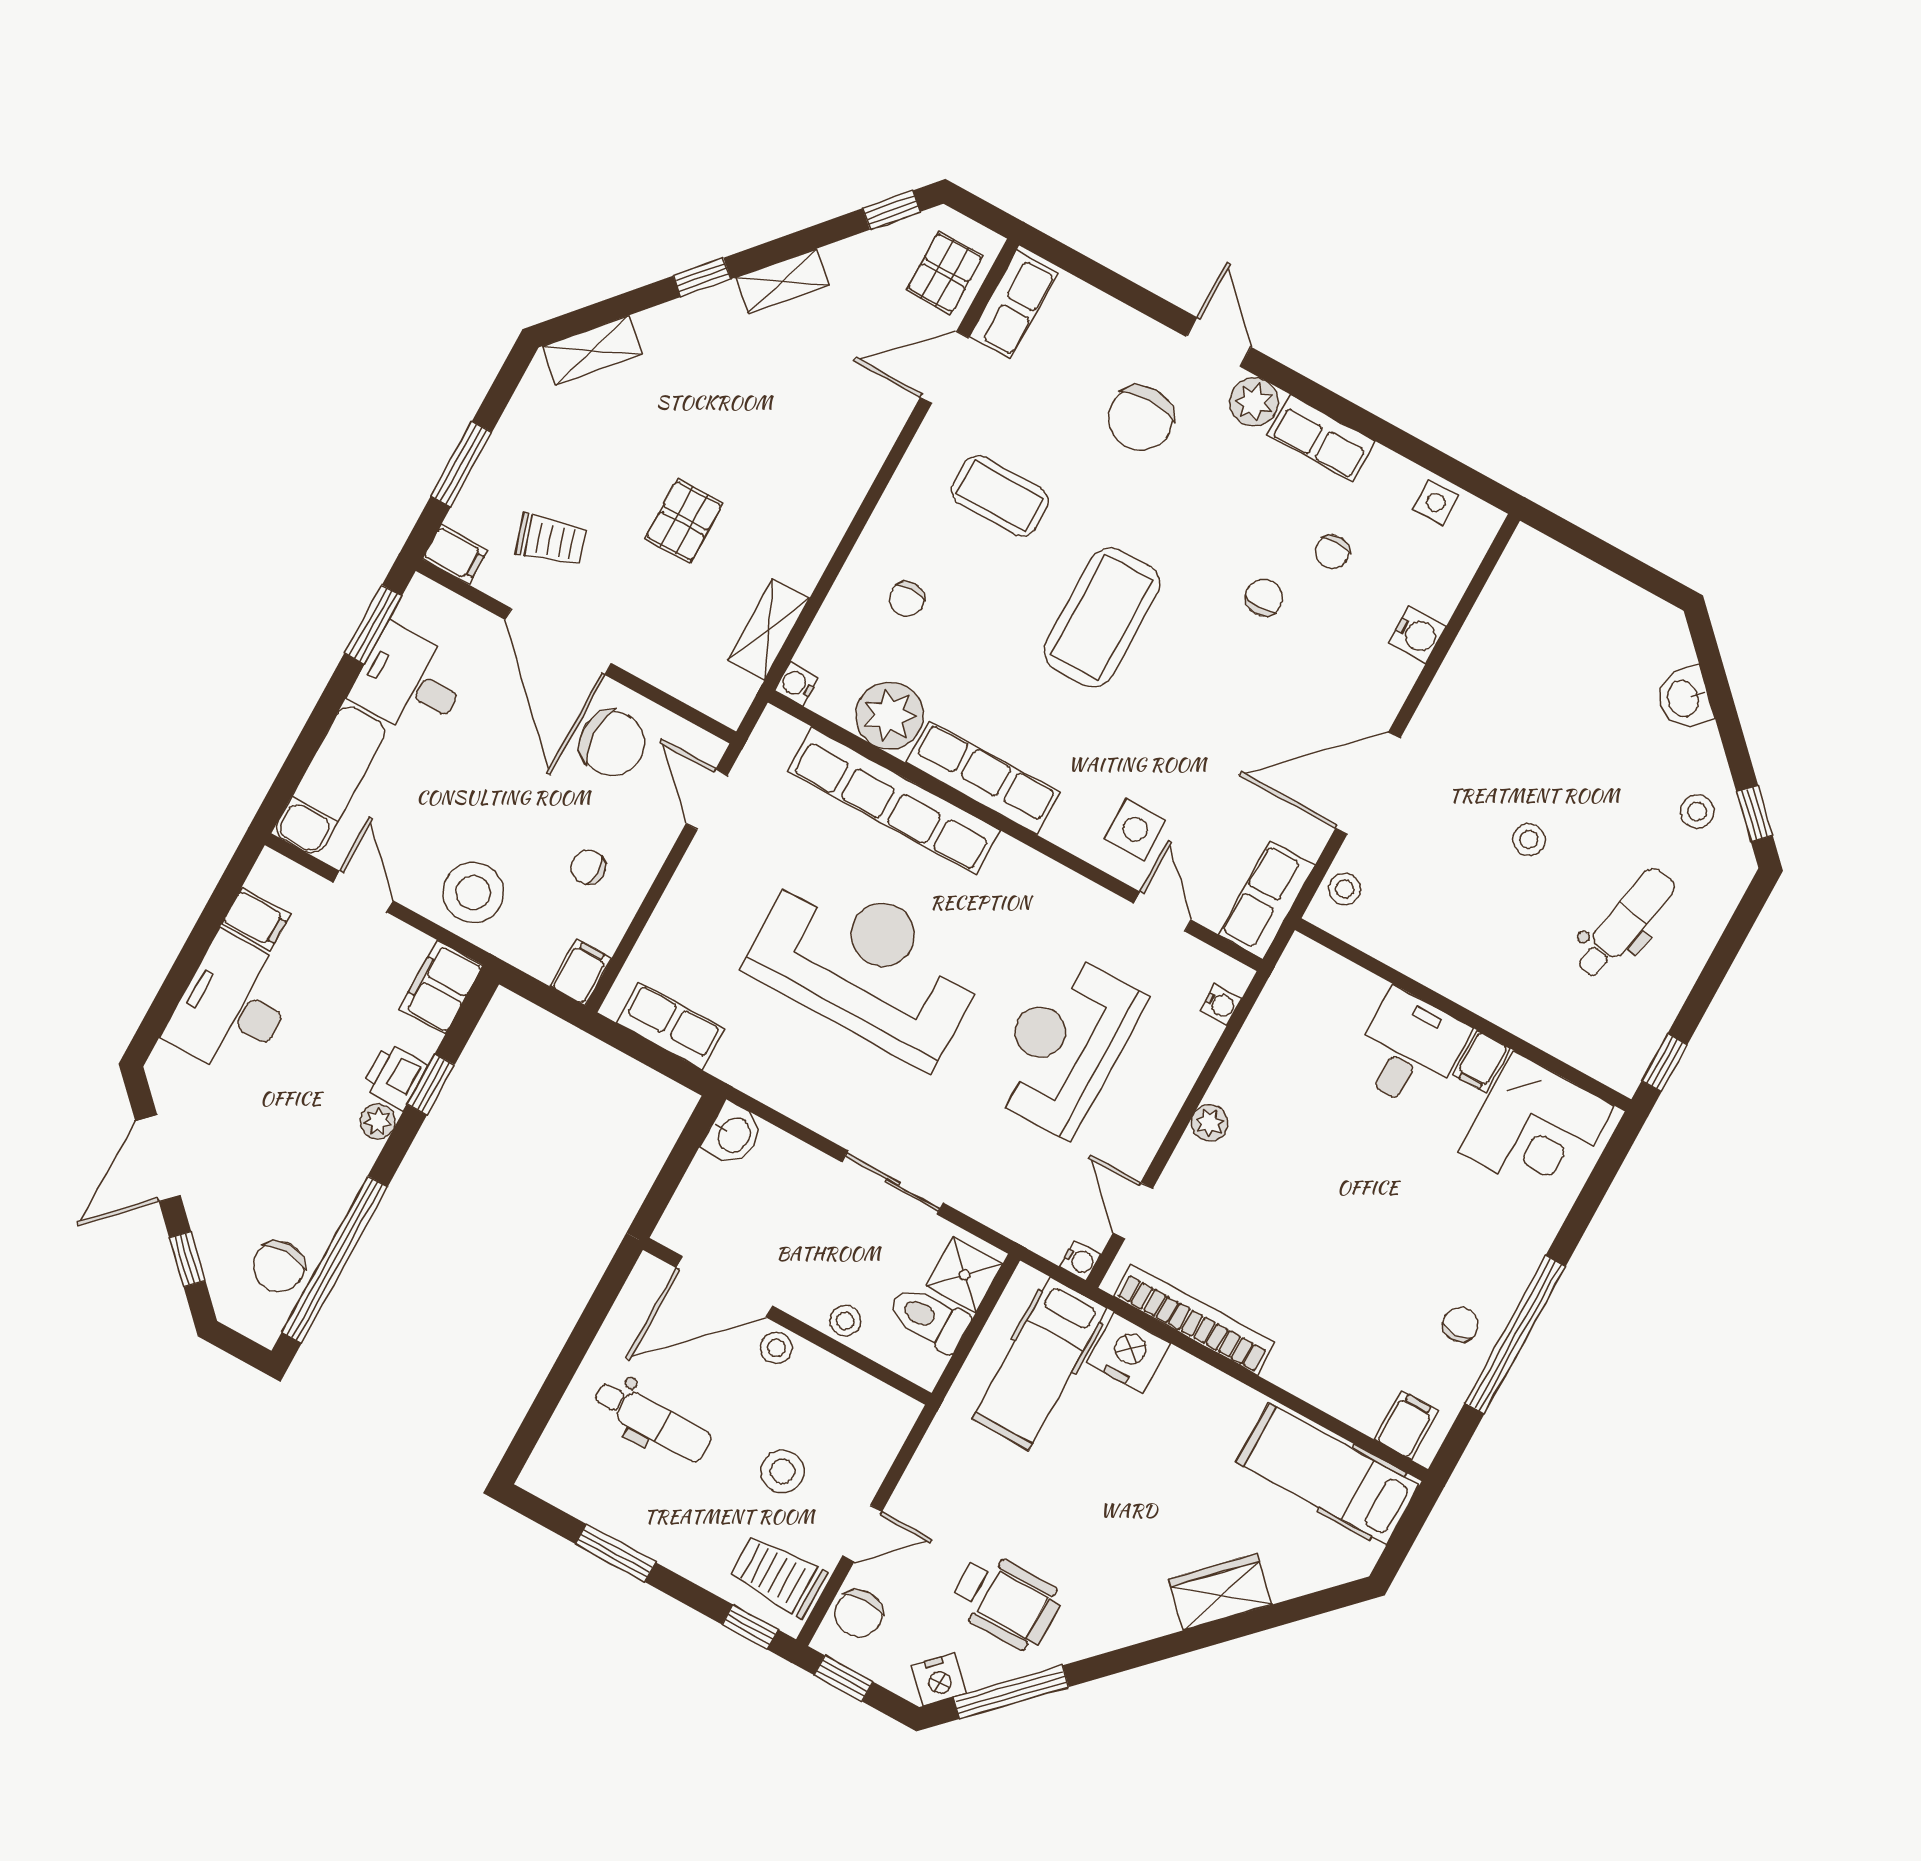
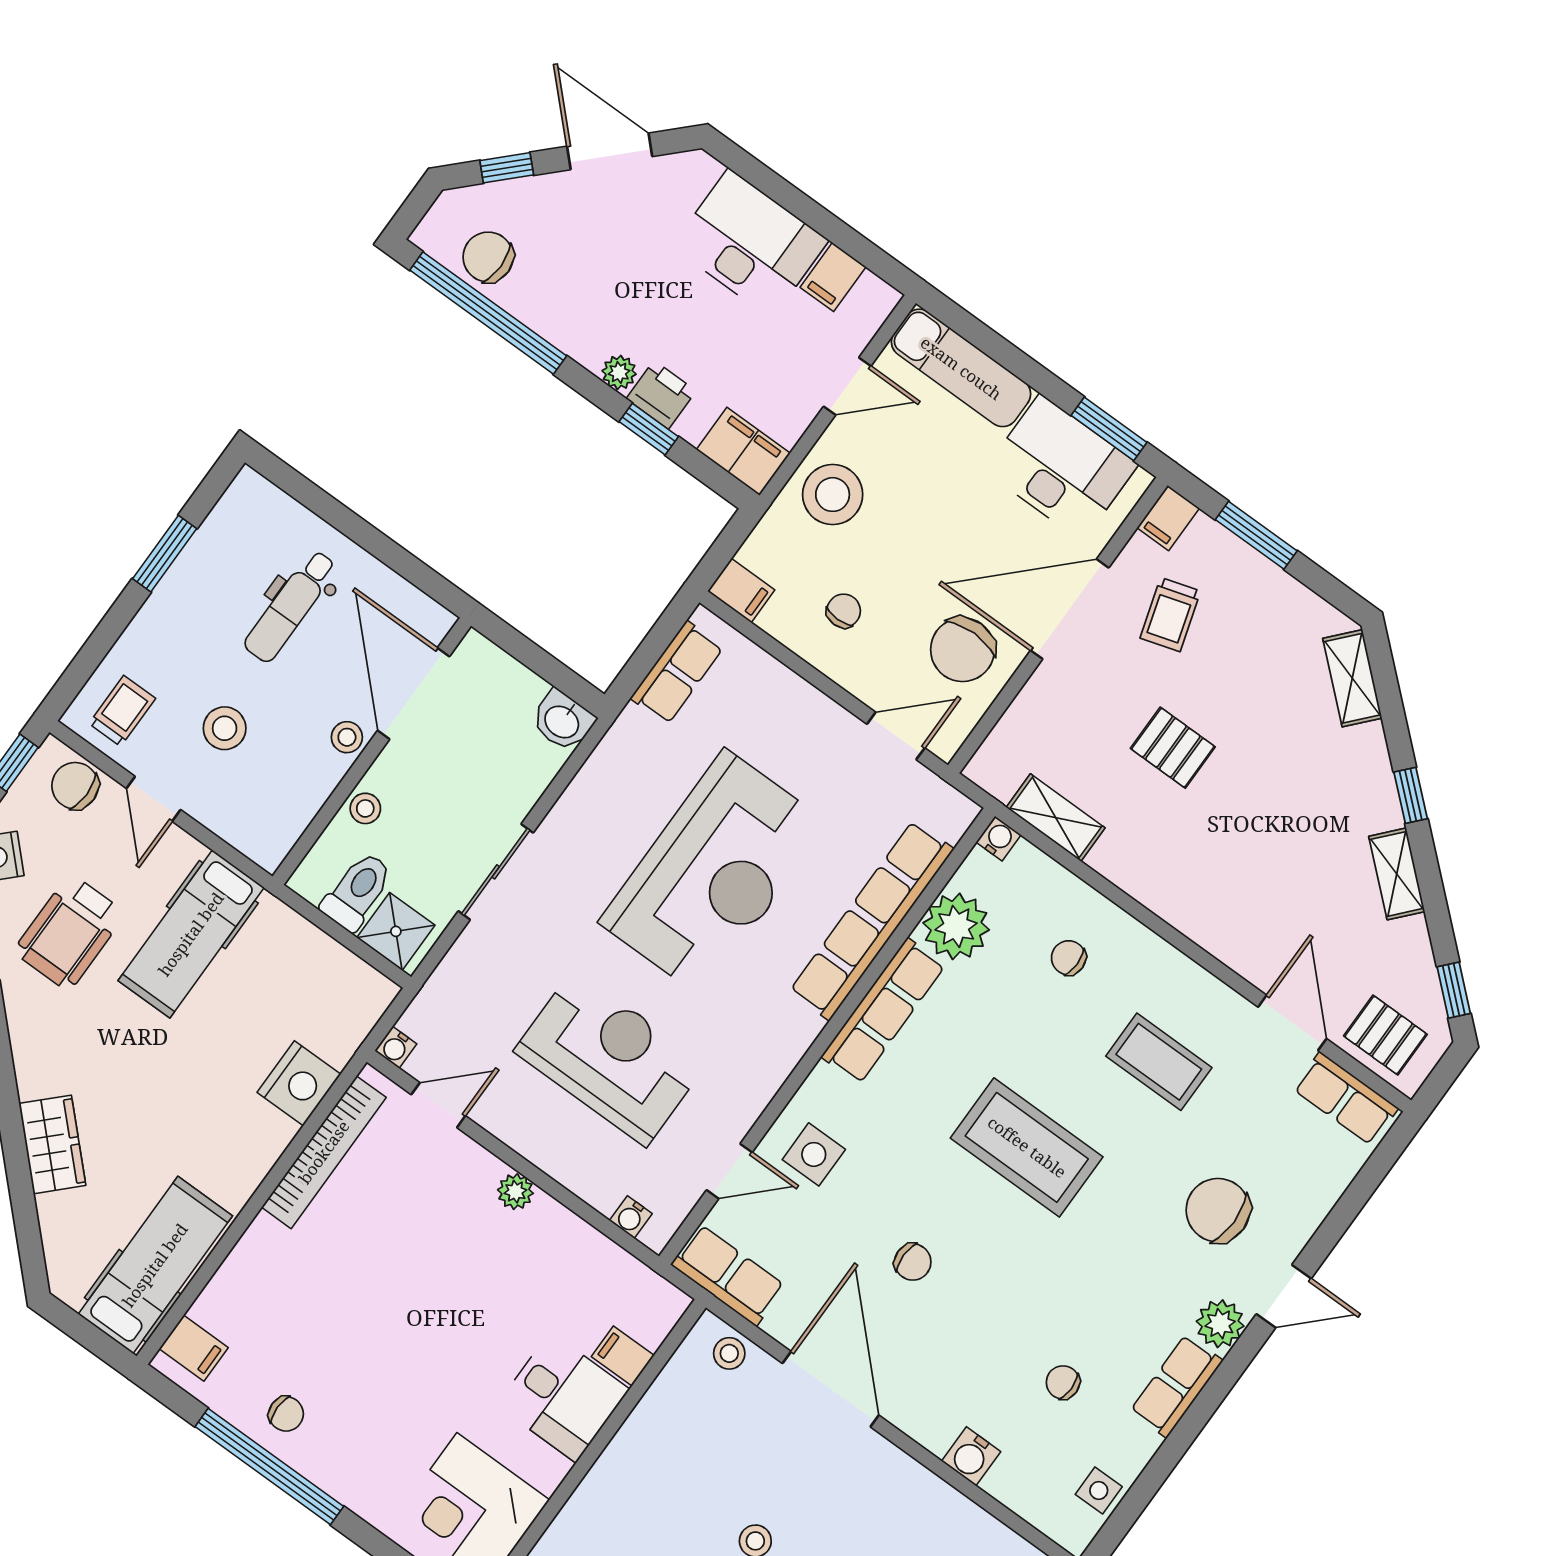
coffee table: (1000, 496) -> (1159, 1062), turned 90
chair: (1264, 598) -> (913, 1262), moved
desk: (410, 682) -> (1061, 467), width x1.37
filing cabinet: (1481, 1061) -> (623, 1356), moved
hospital bed: (1039, 1364) -> (191, 934), moved, turned -90
trolley: (778, 1576) -> (122, 711), width x0.73, depth x0.72
window: (750, 1627) -> (75, 677), removed

